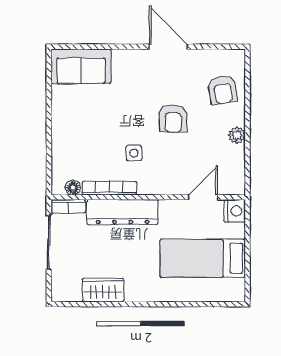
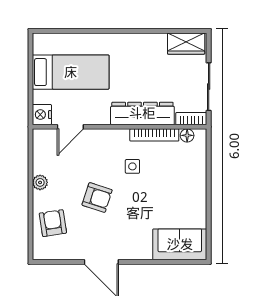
armchair: (173, 118) -> (97, 198), turned 108
wardrobe: (103, 290) -> (186, 44), moved

